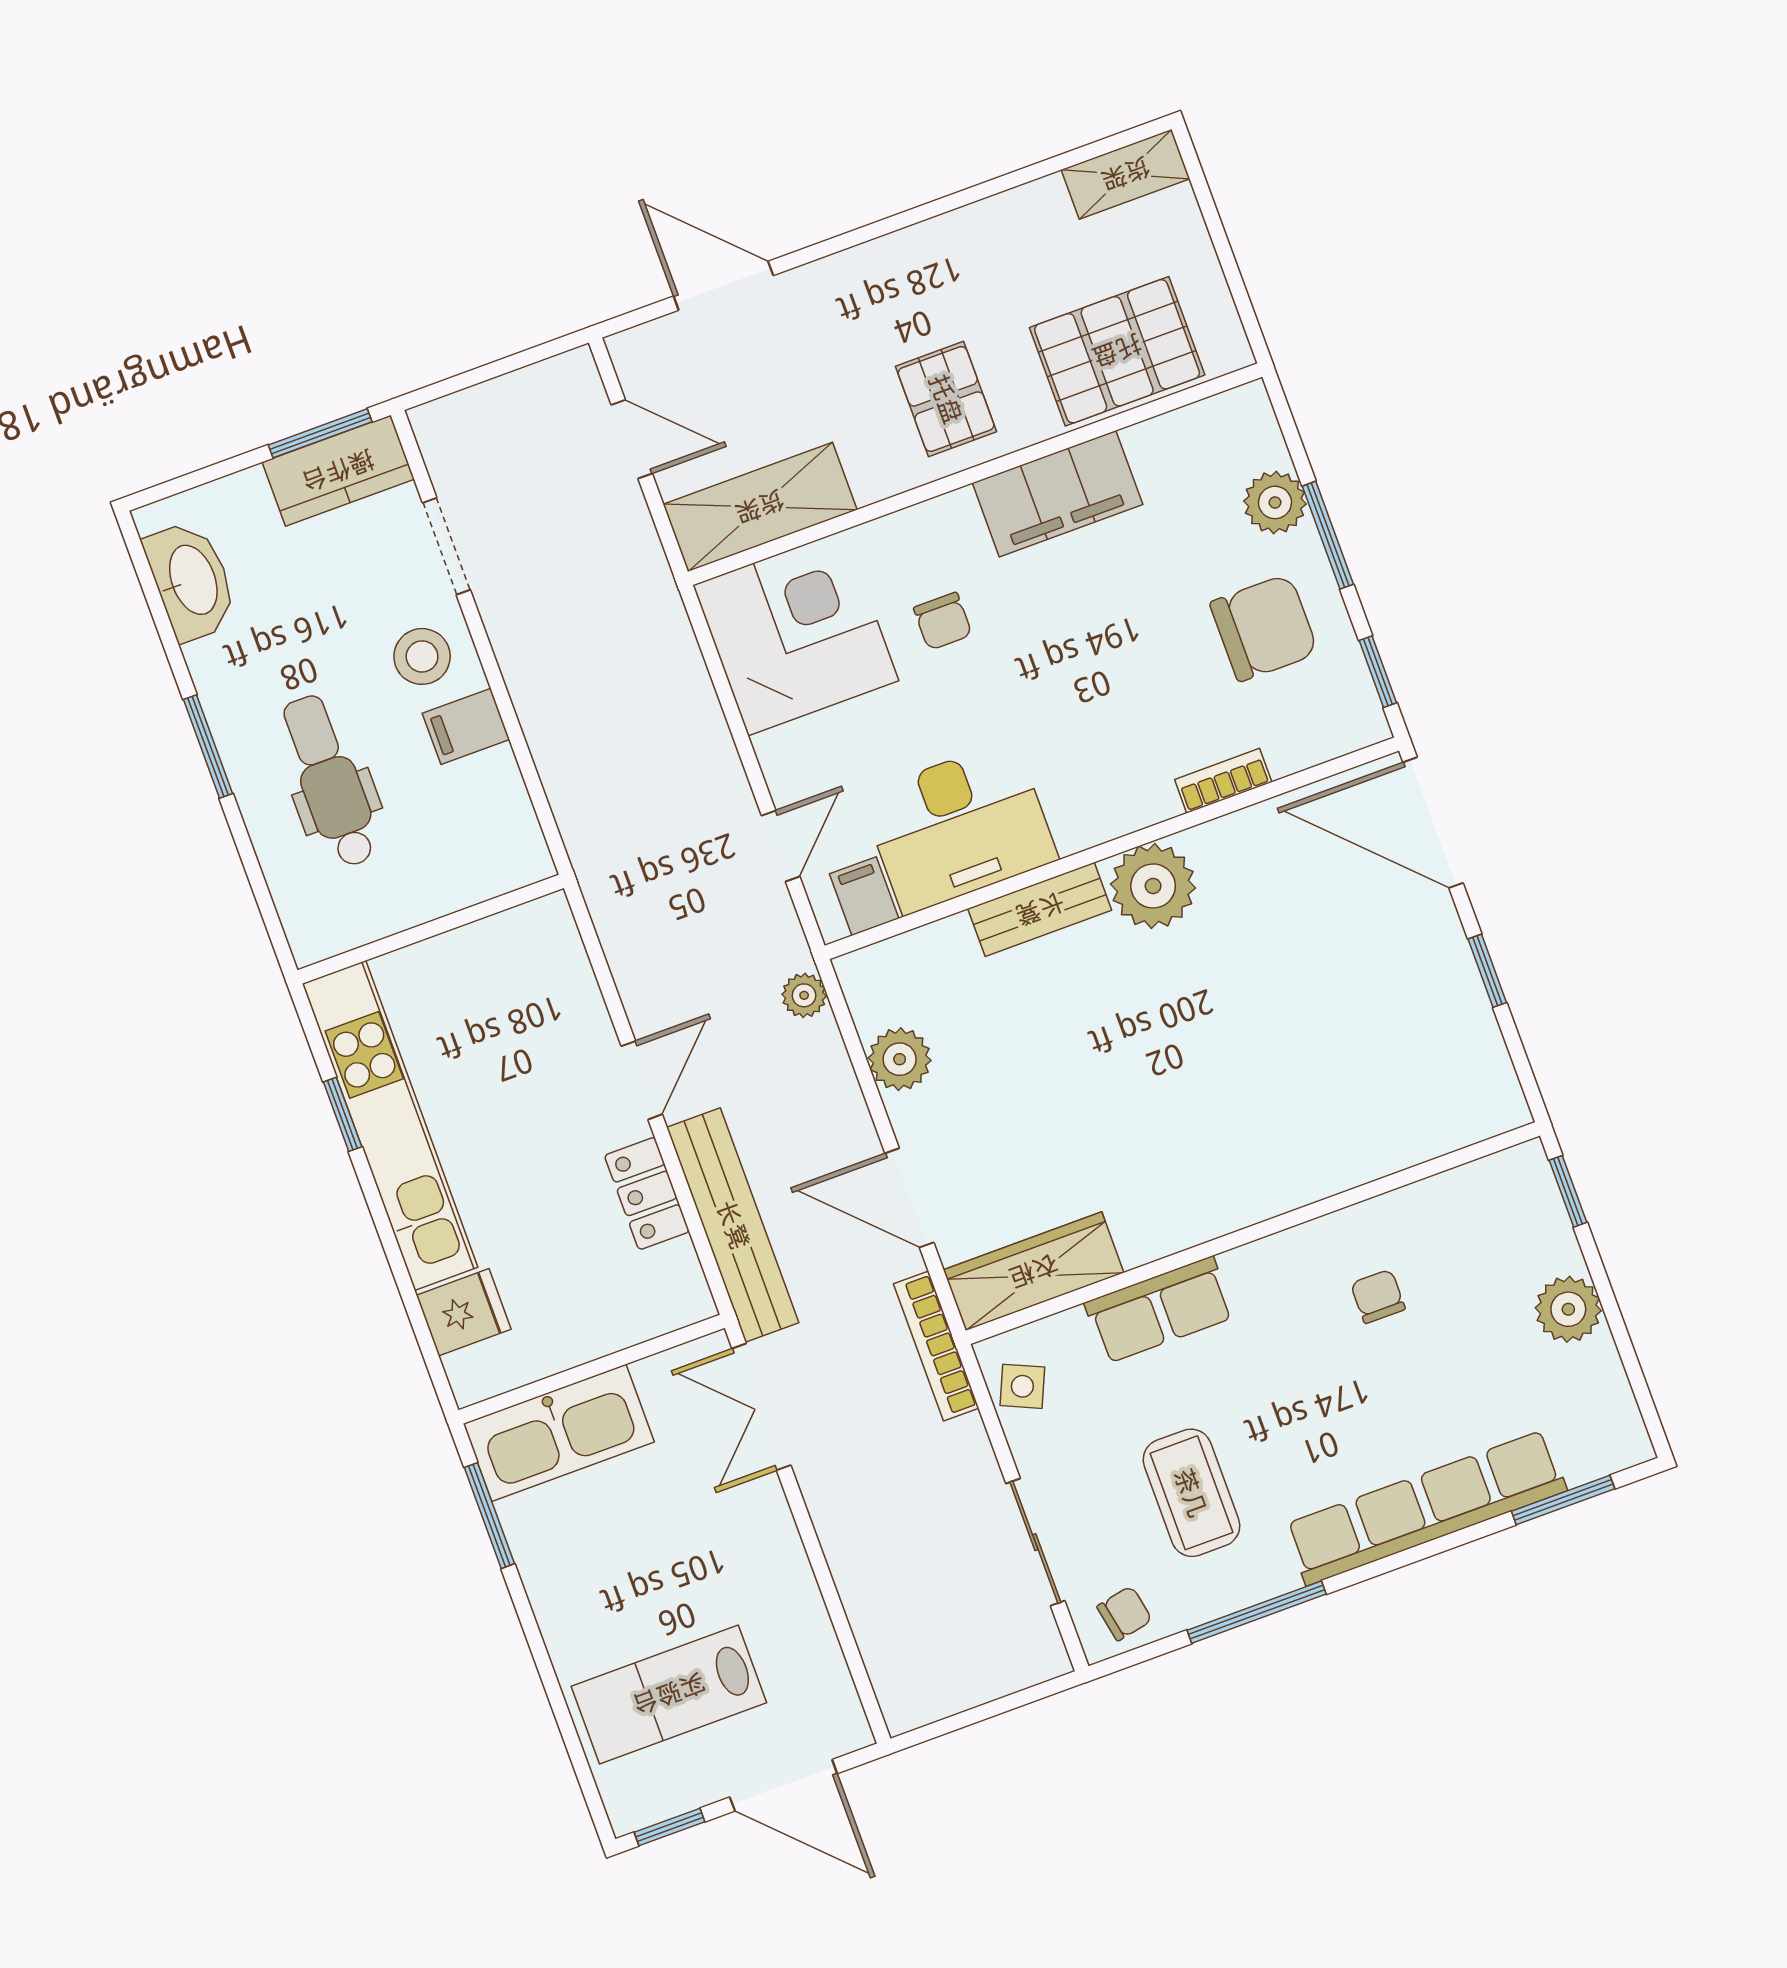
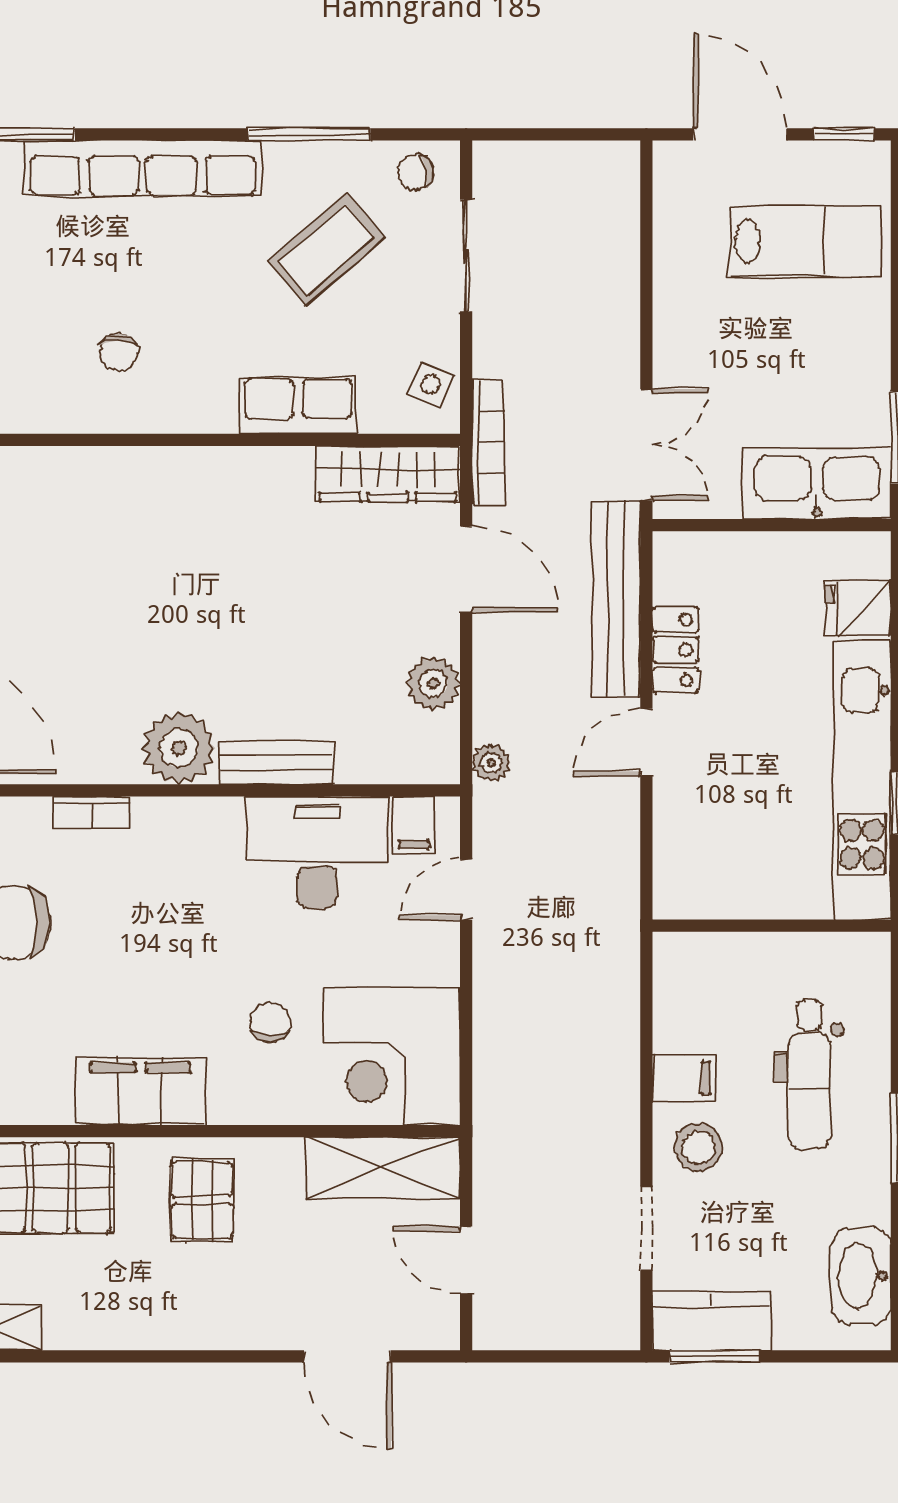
coffee table: (1191, 1493) -> (326, 249), turned 49

